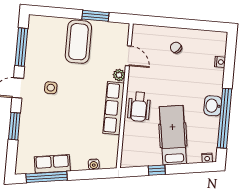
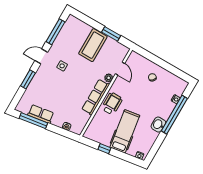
wheelchair: (139, 107) -> (112, 104), turned 180
window: (225, 118) -> (174, 115), moved

